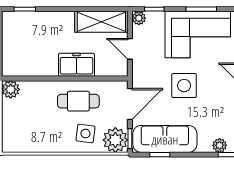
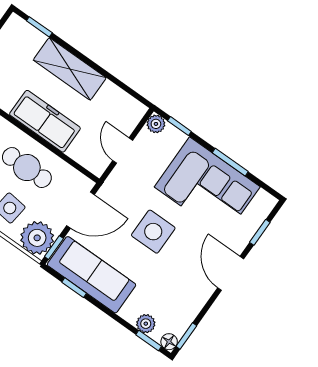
shelving: (101, 22) -> (70, 69), moved
freezer: (76, 65) -> (45, 121), width x1.40

